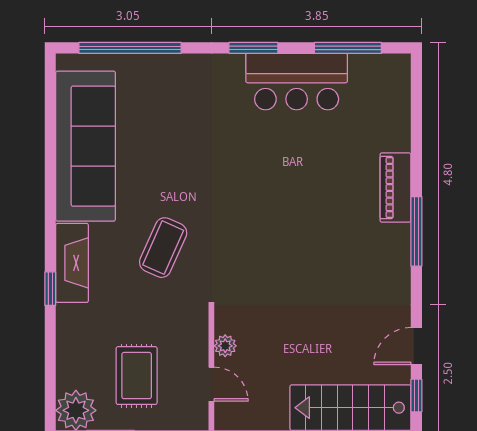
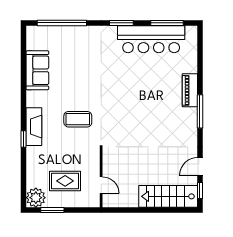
bar counter: (297, 82) -> (151, 39), width x1.36
sofa: (86, 146) -> (37, 70), width x0.54, depth x0.79
coffee table: (163, 248) -> (78, 119), turned 66
plant: (225, 346) -> (108, 167), removed
rug: (137, 376) -> (65, 181), turned 90

